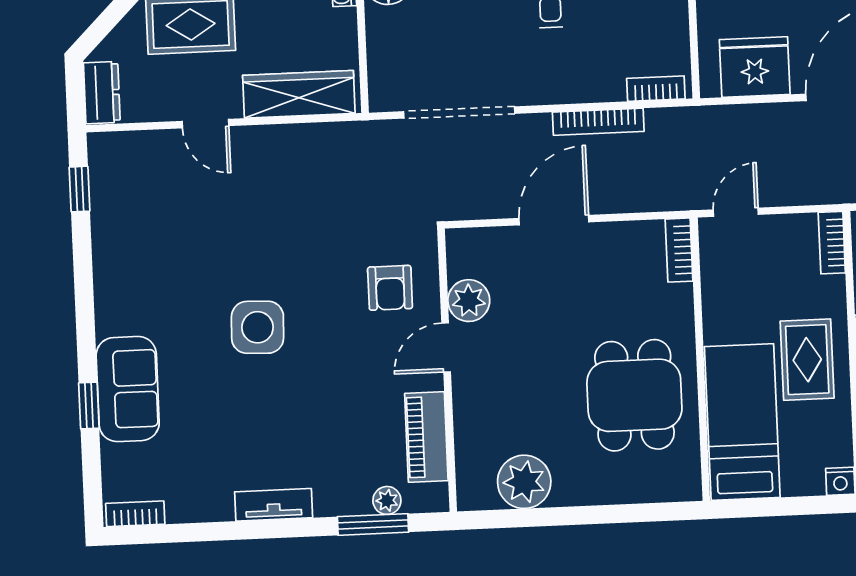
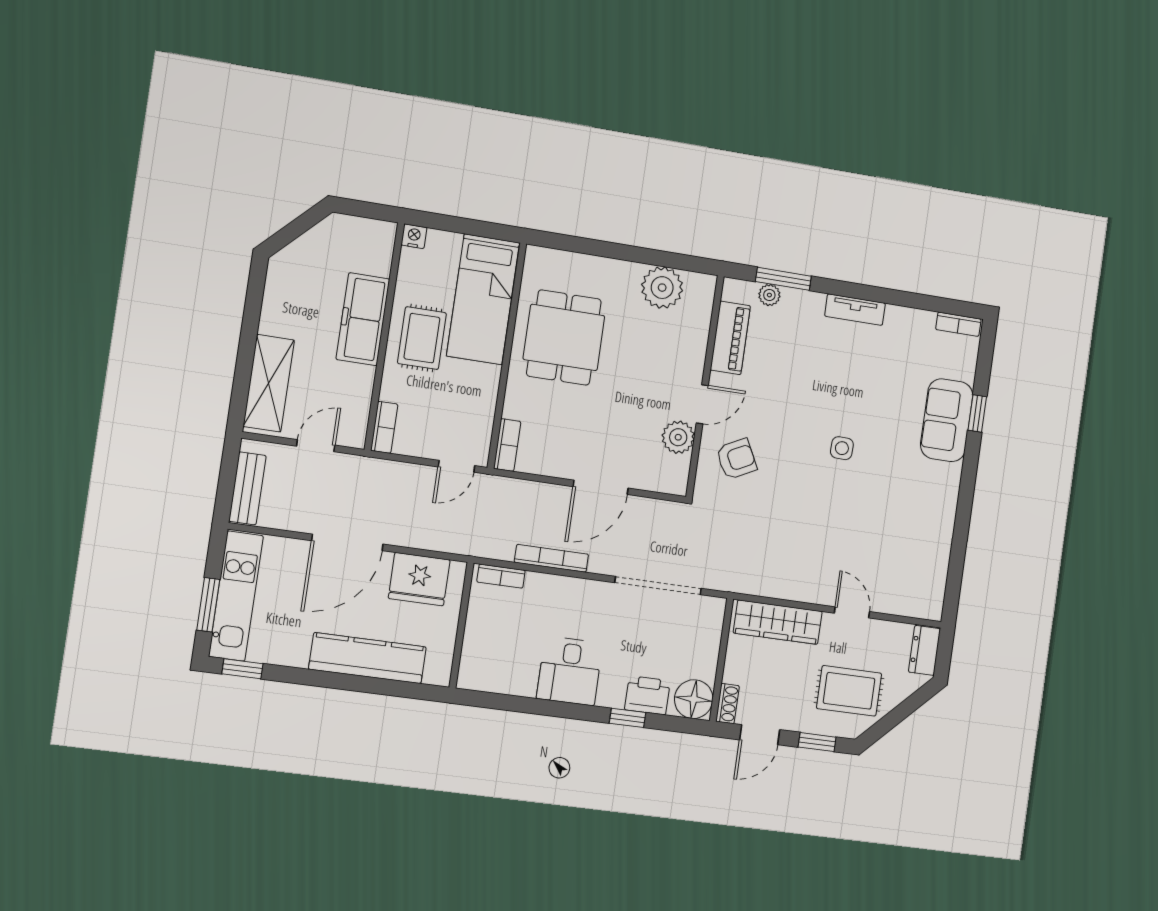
window: (79, 189) -> (954, 580), removed
armchair: (390, 288) -> (736, 459), turned 63
side table: (258, 327) -> (842, 448), width x0.54, depth x0.54

